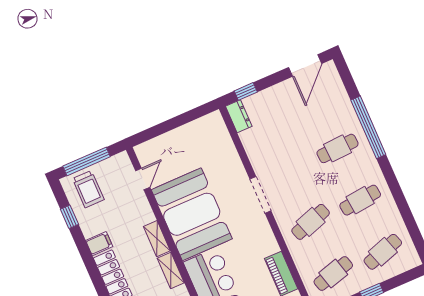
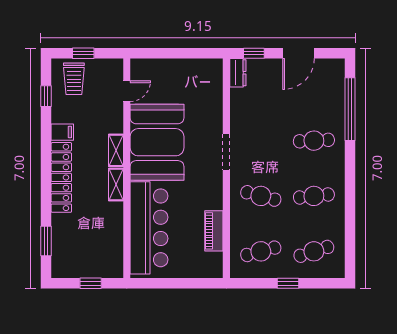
door: (305, 65) -> (299, 53), moved
window: (368, 127) -> (350, 109), moved
window: (87, 161) -> (83, 53), width x0.46
cafe table: (311, 222) -> (261, 196), turned 33

